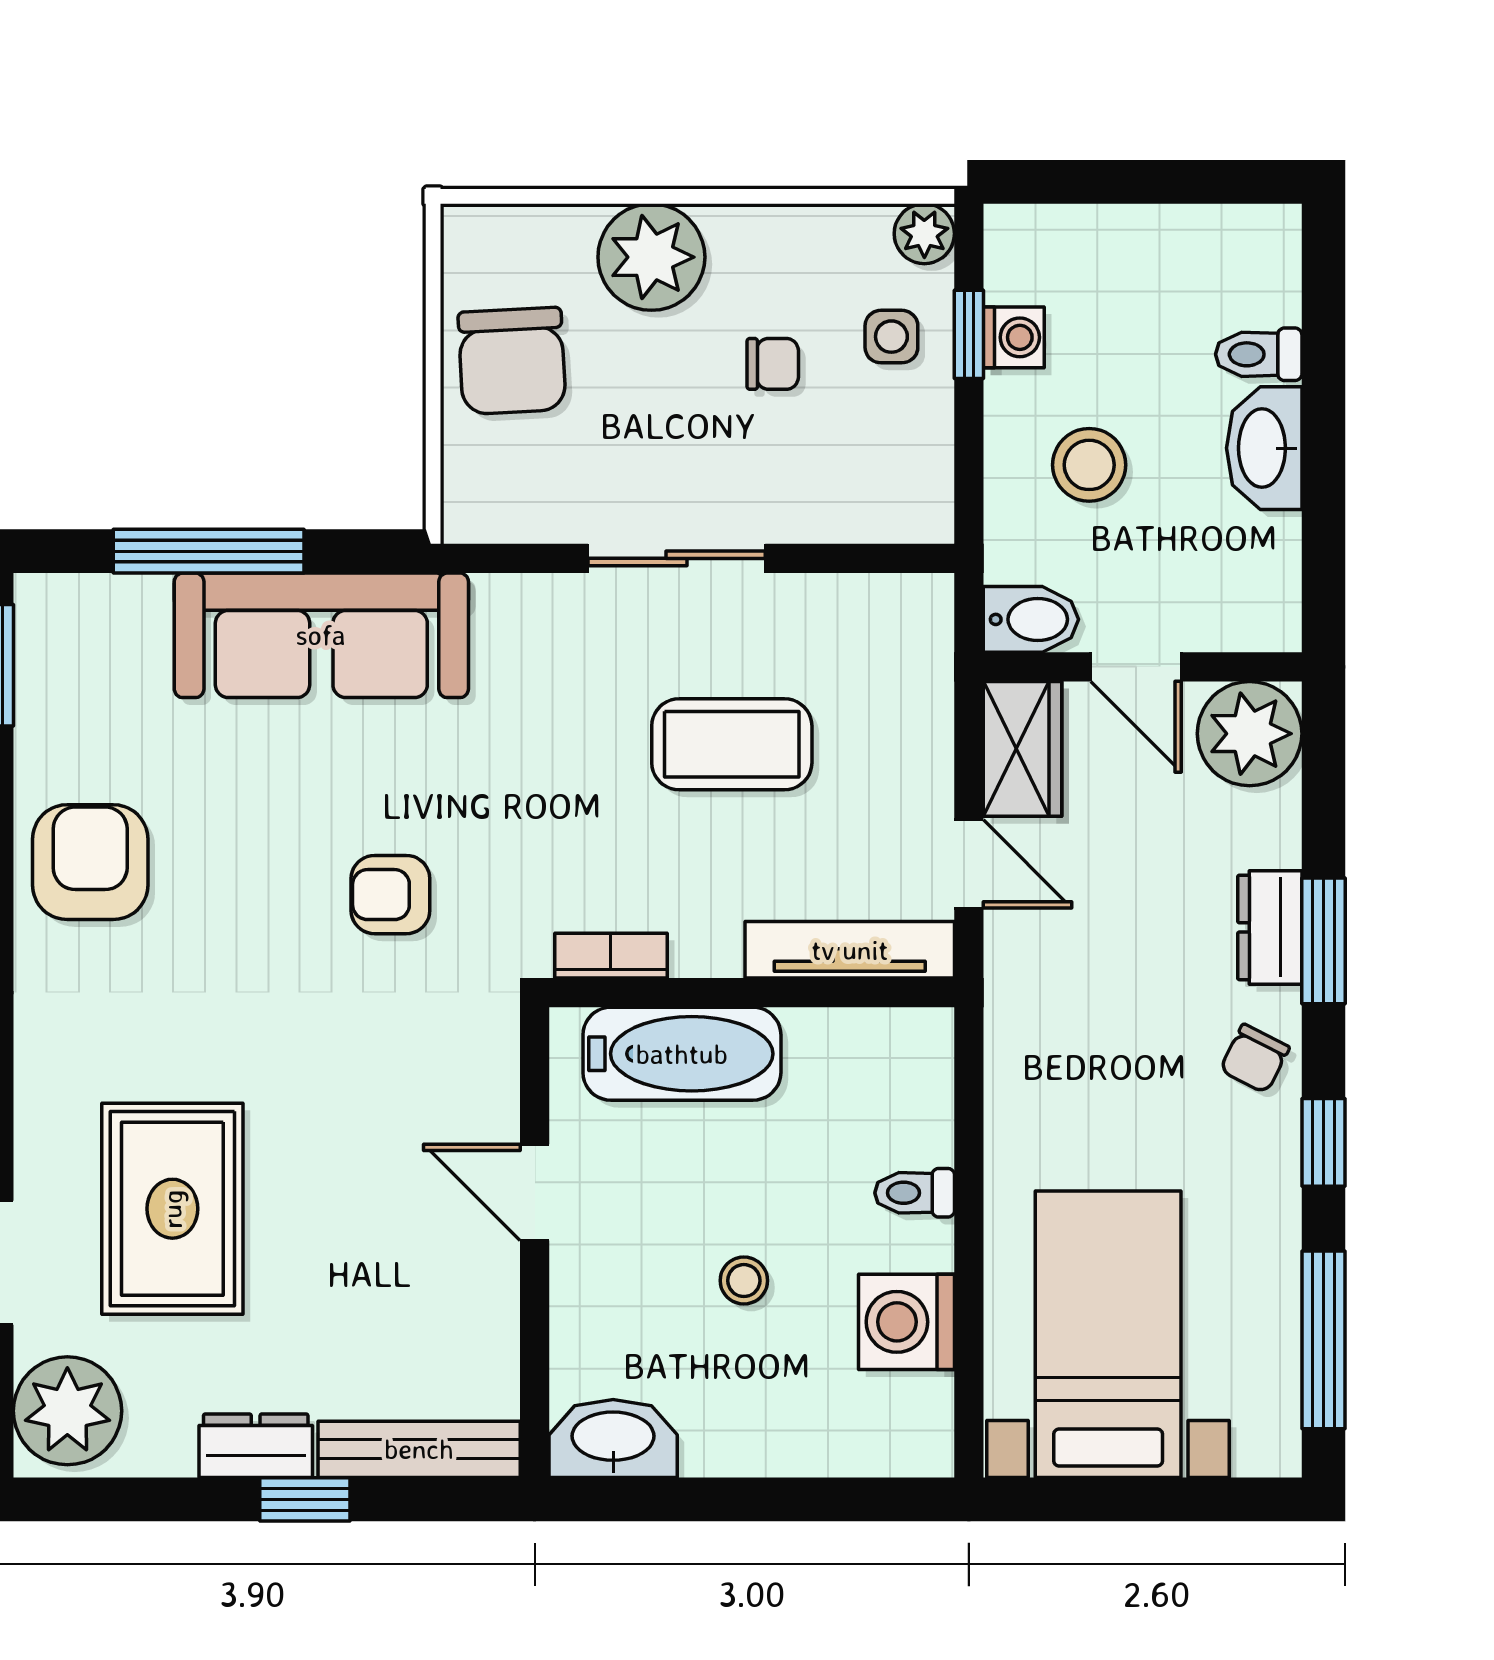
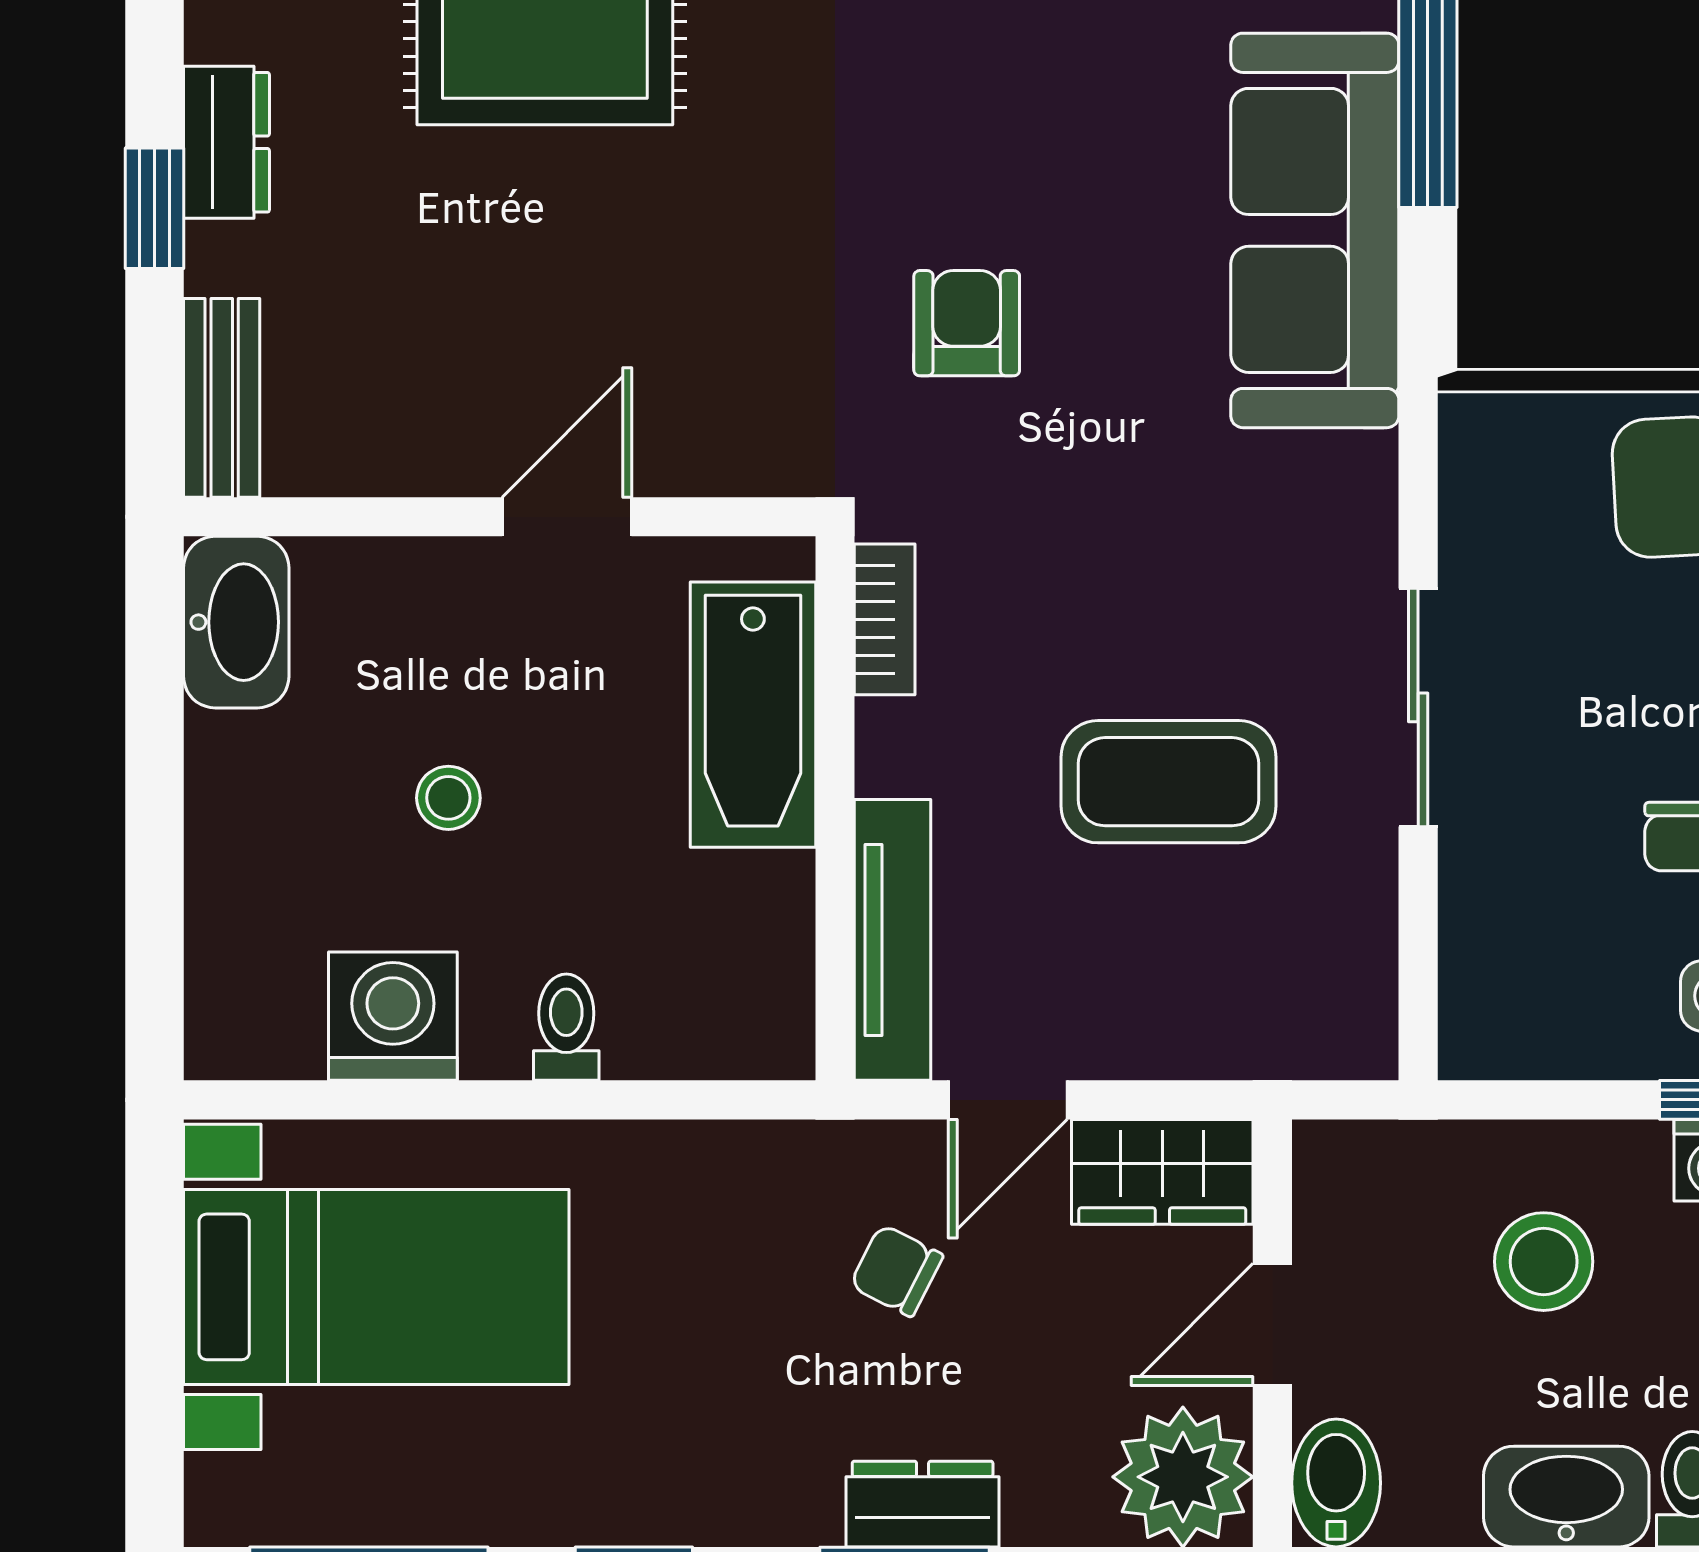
bidet: (1031, 619) -> (1336, 1483), moved, turned 180
coffee table: (732, 744) -> (1168, 782), turned 90
chair: (1255, 1059) -> (896, 1270), moved
bench: (419, 1449) -> (222, 398), width x0.73

